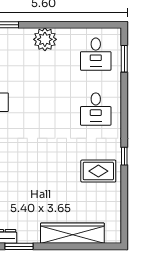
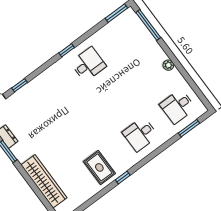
plant: (45, 39) -> (168, 65), width x0.53, depth x0.53

